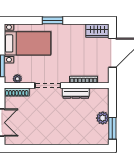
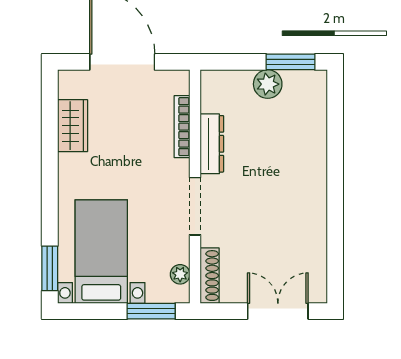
window: (52, 20) -> (50, 268), moved
wardrobe: (97, 31) -> (73, 126), moved

